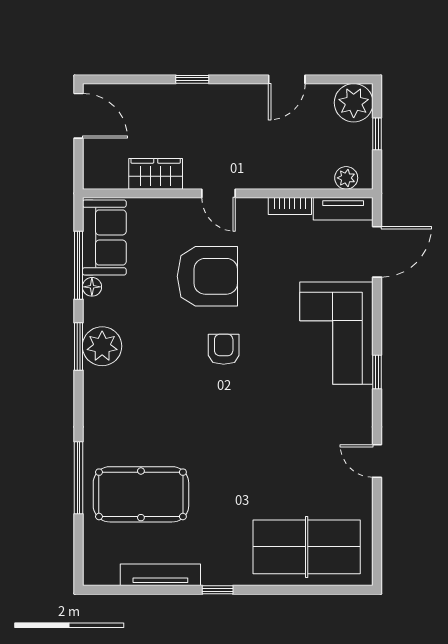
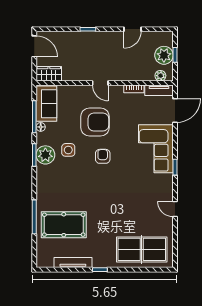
plant: (354, 103) -> (164, 55), moved
wardrobe: (156, 174) -> (49, 74), moved
side table: (151, 336) -> (68, 150), added

